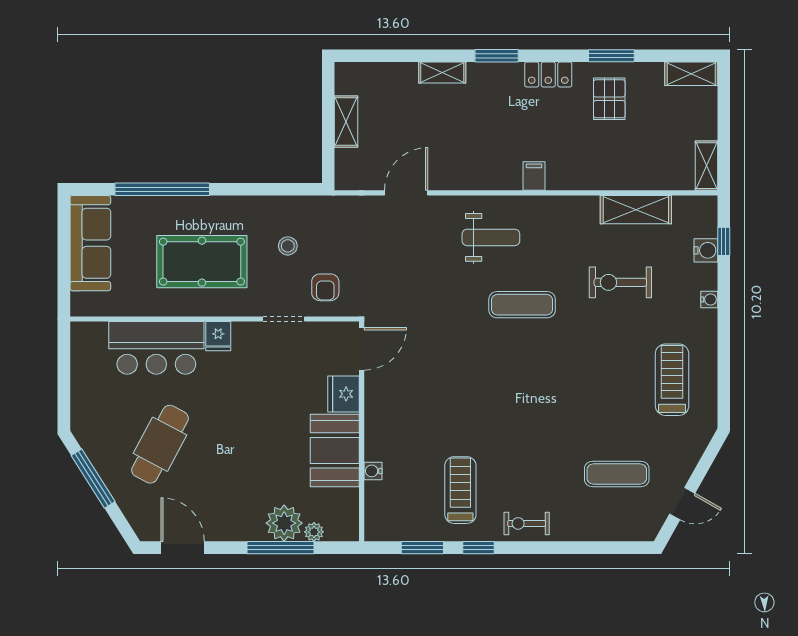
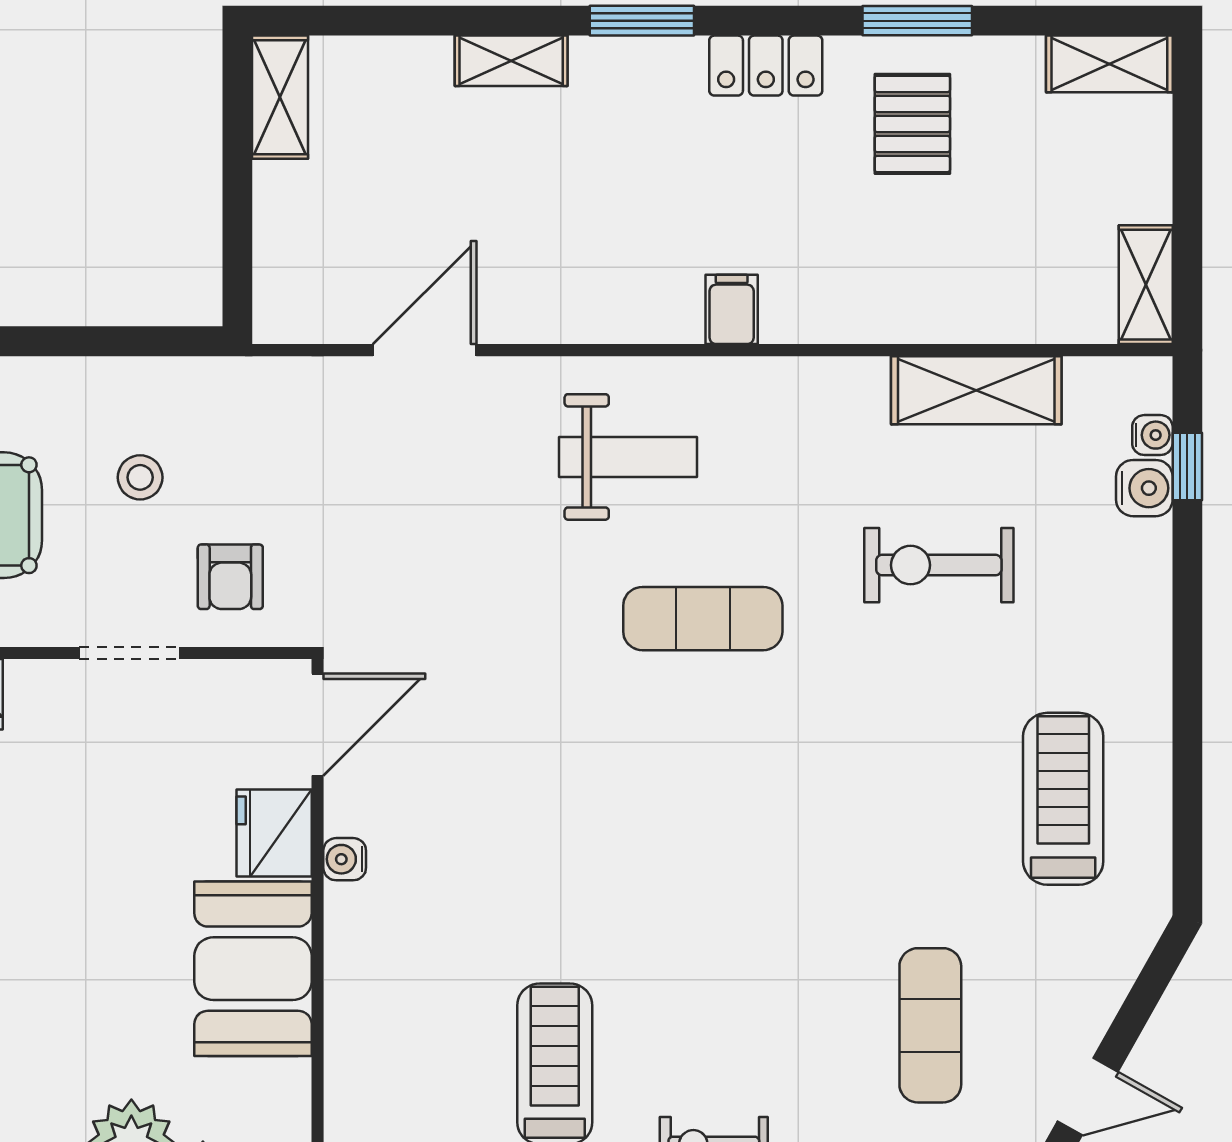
shelving: (346, 122) -> (280, 97), moved
water cooler: (709, 299) -> (1152, 435), moved
water cooler: (373, 471) -> (345, 859), moved
exercise mat: (617, 474) -> (930, 1025), turned 90

